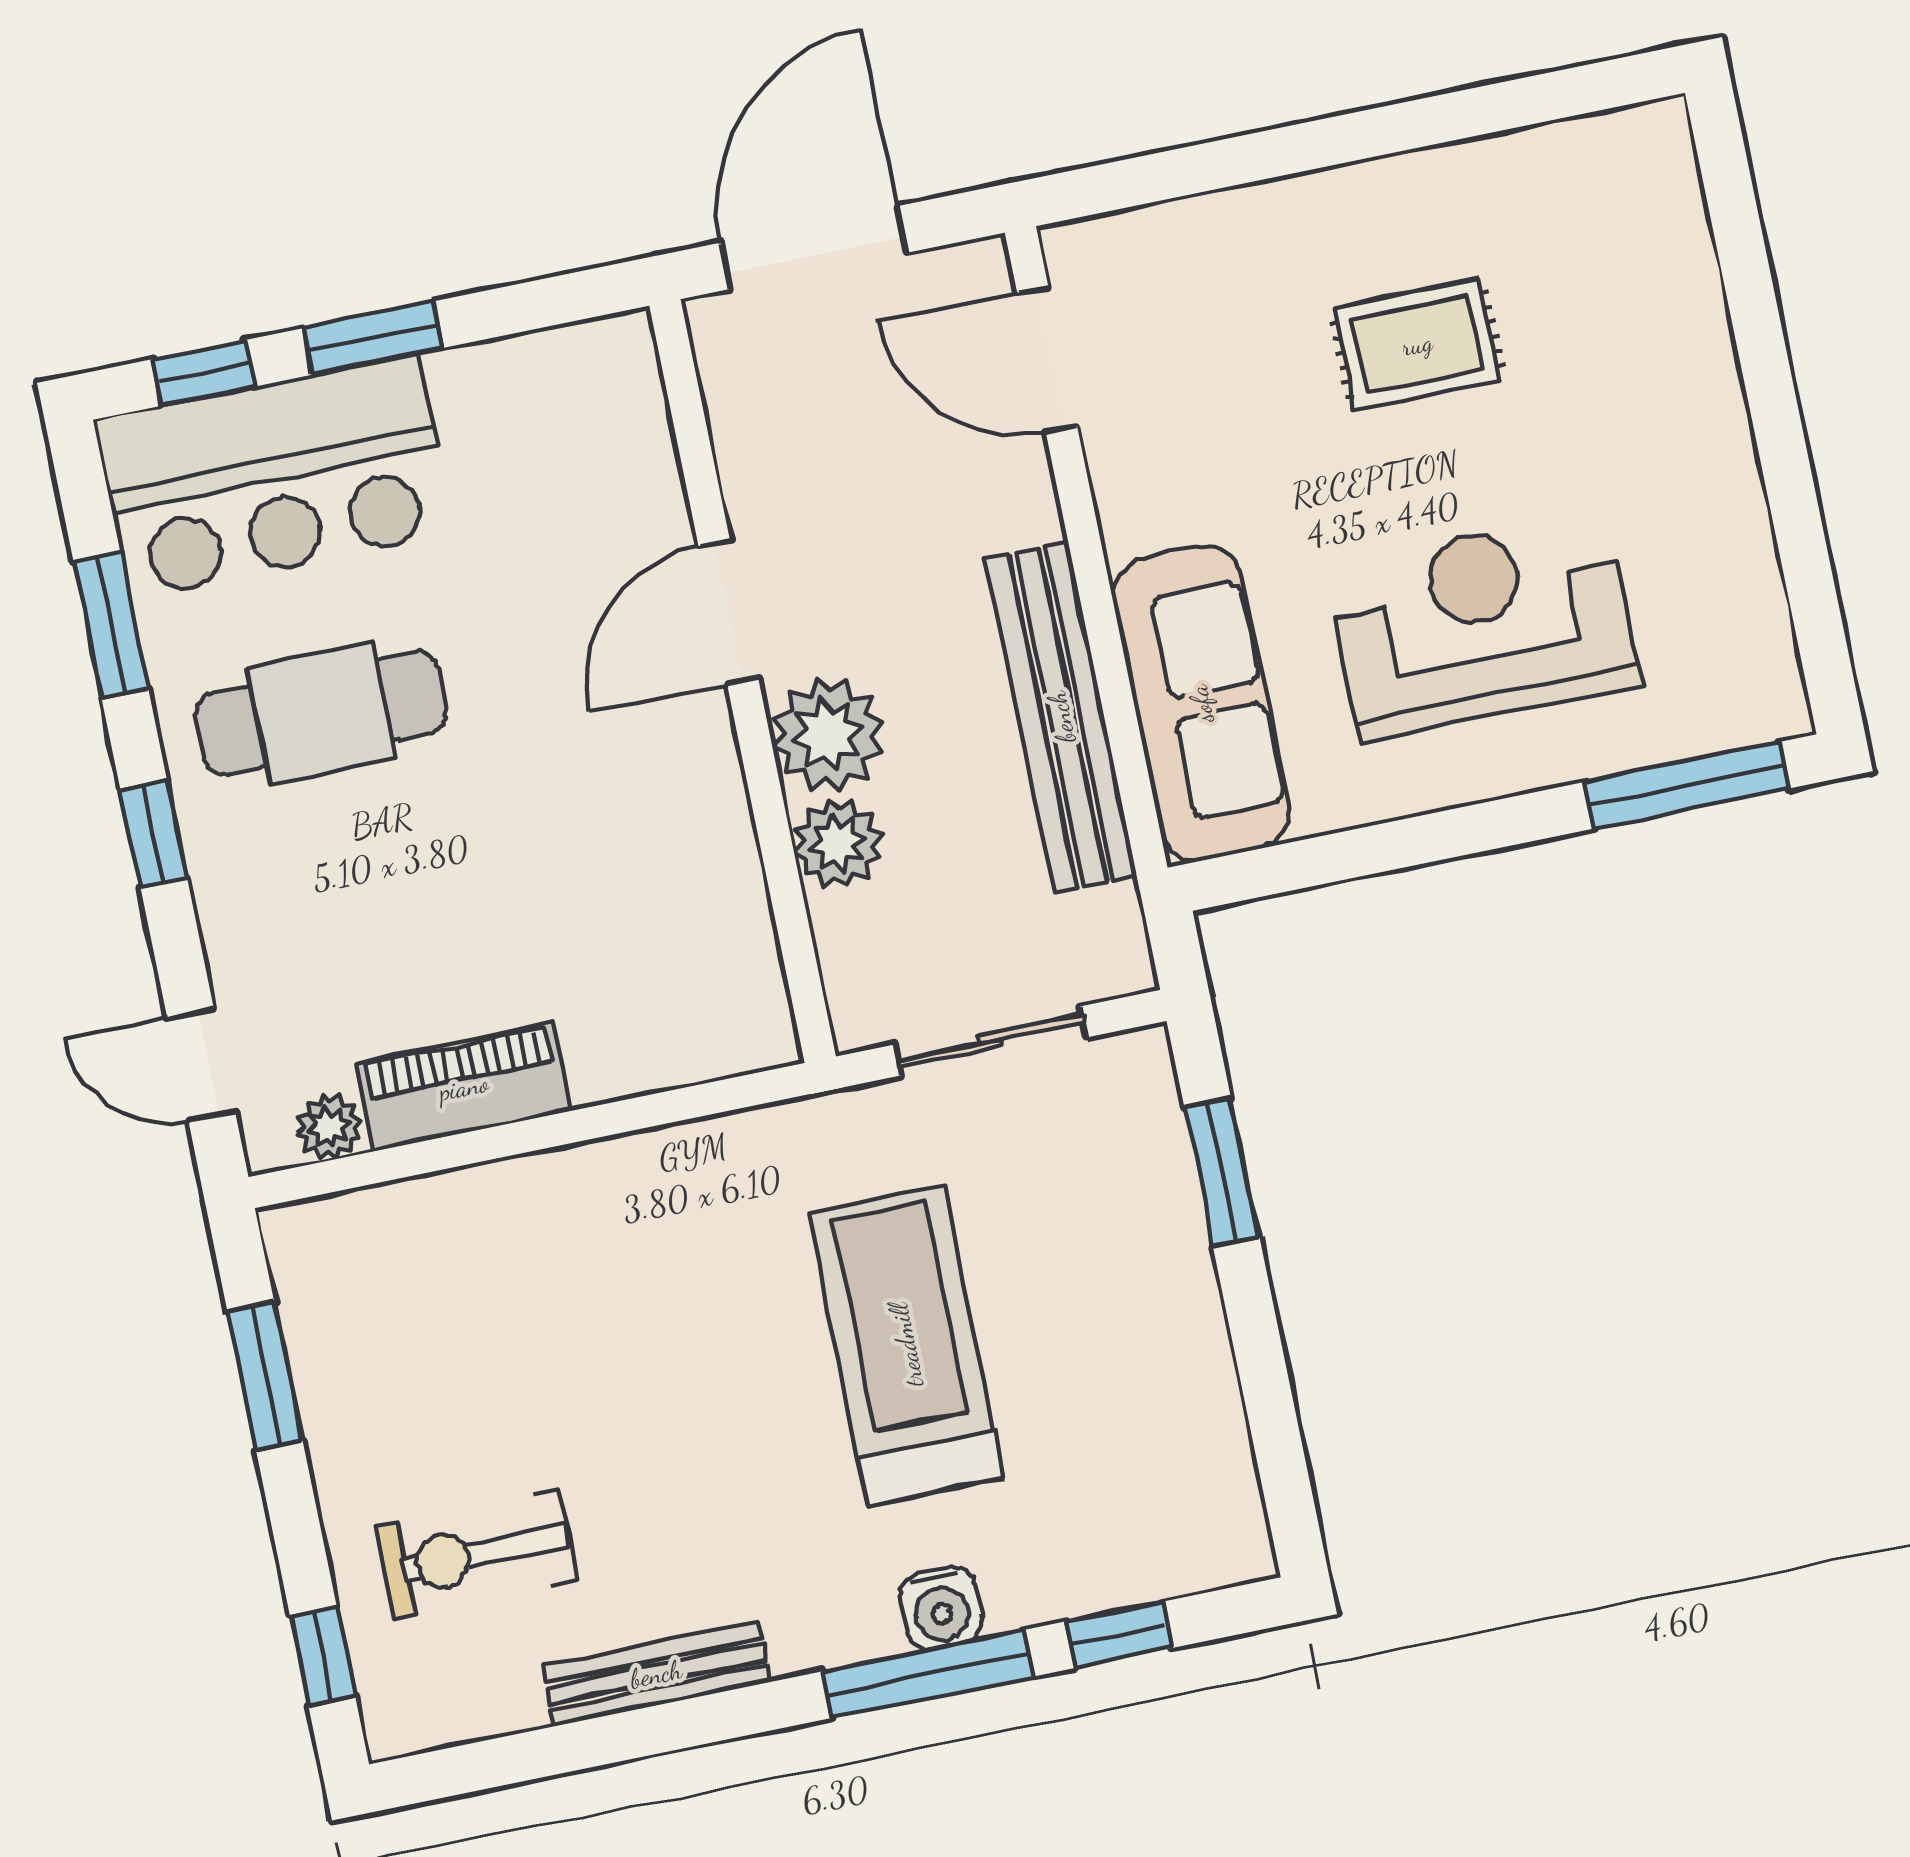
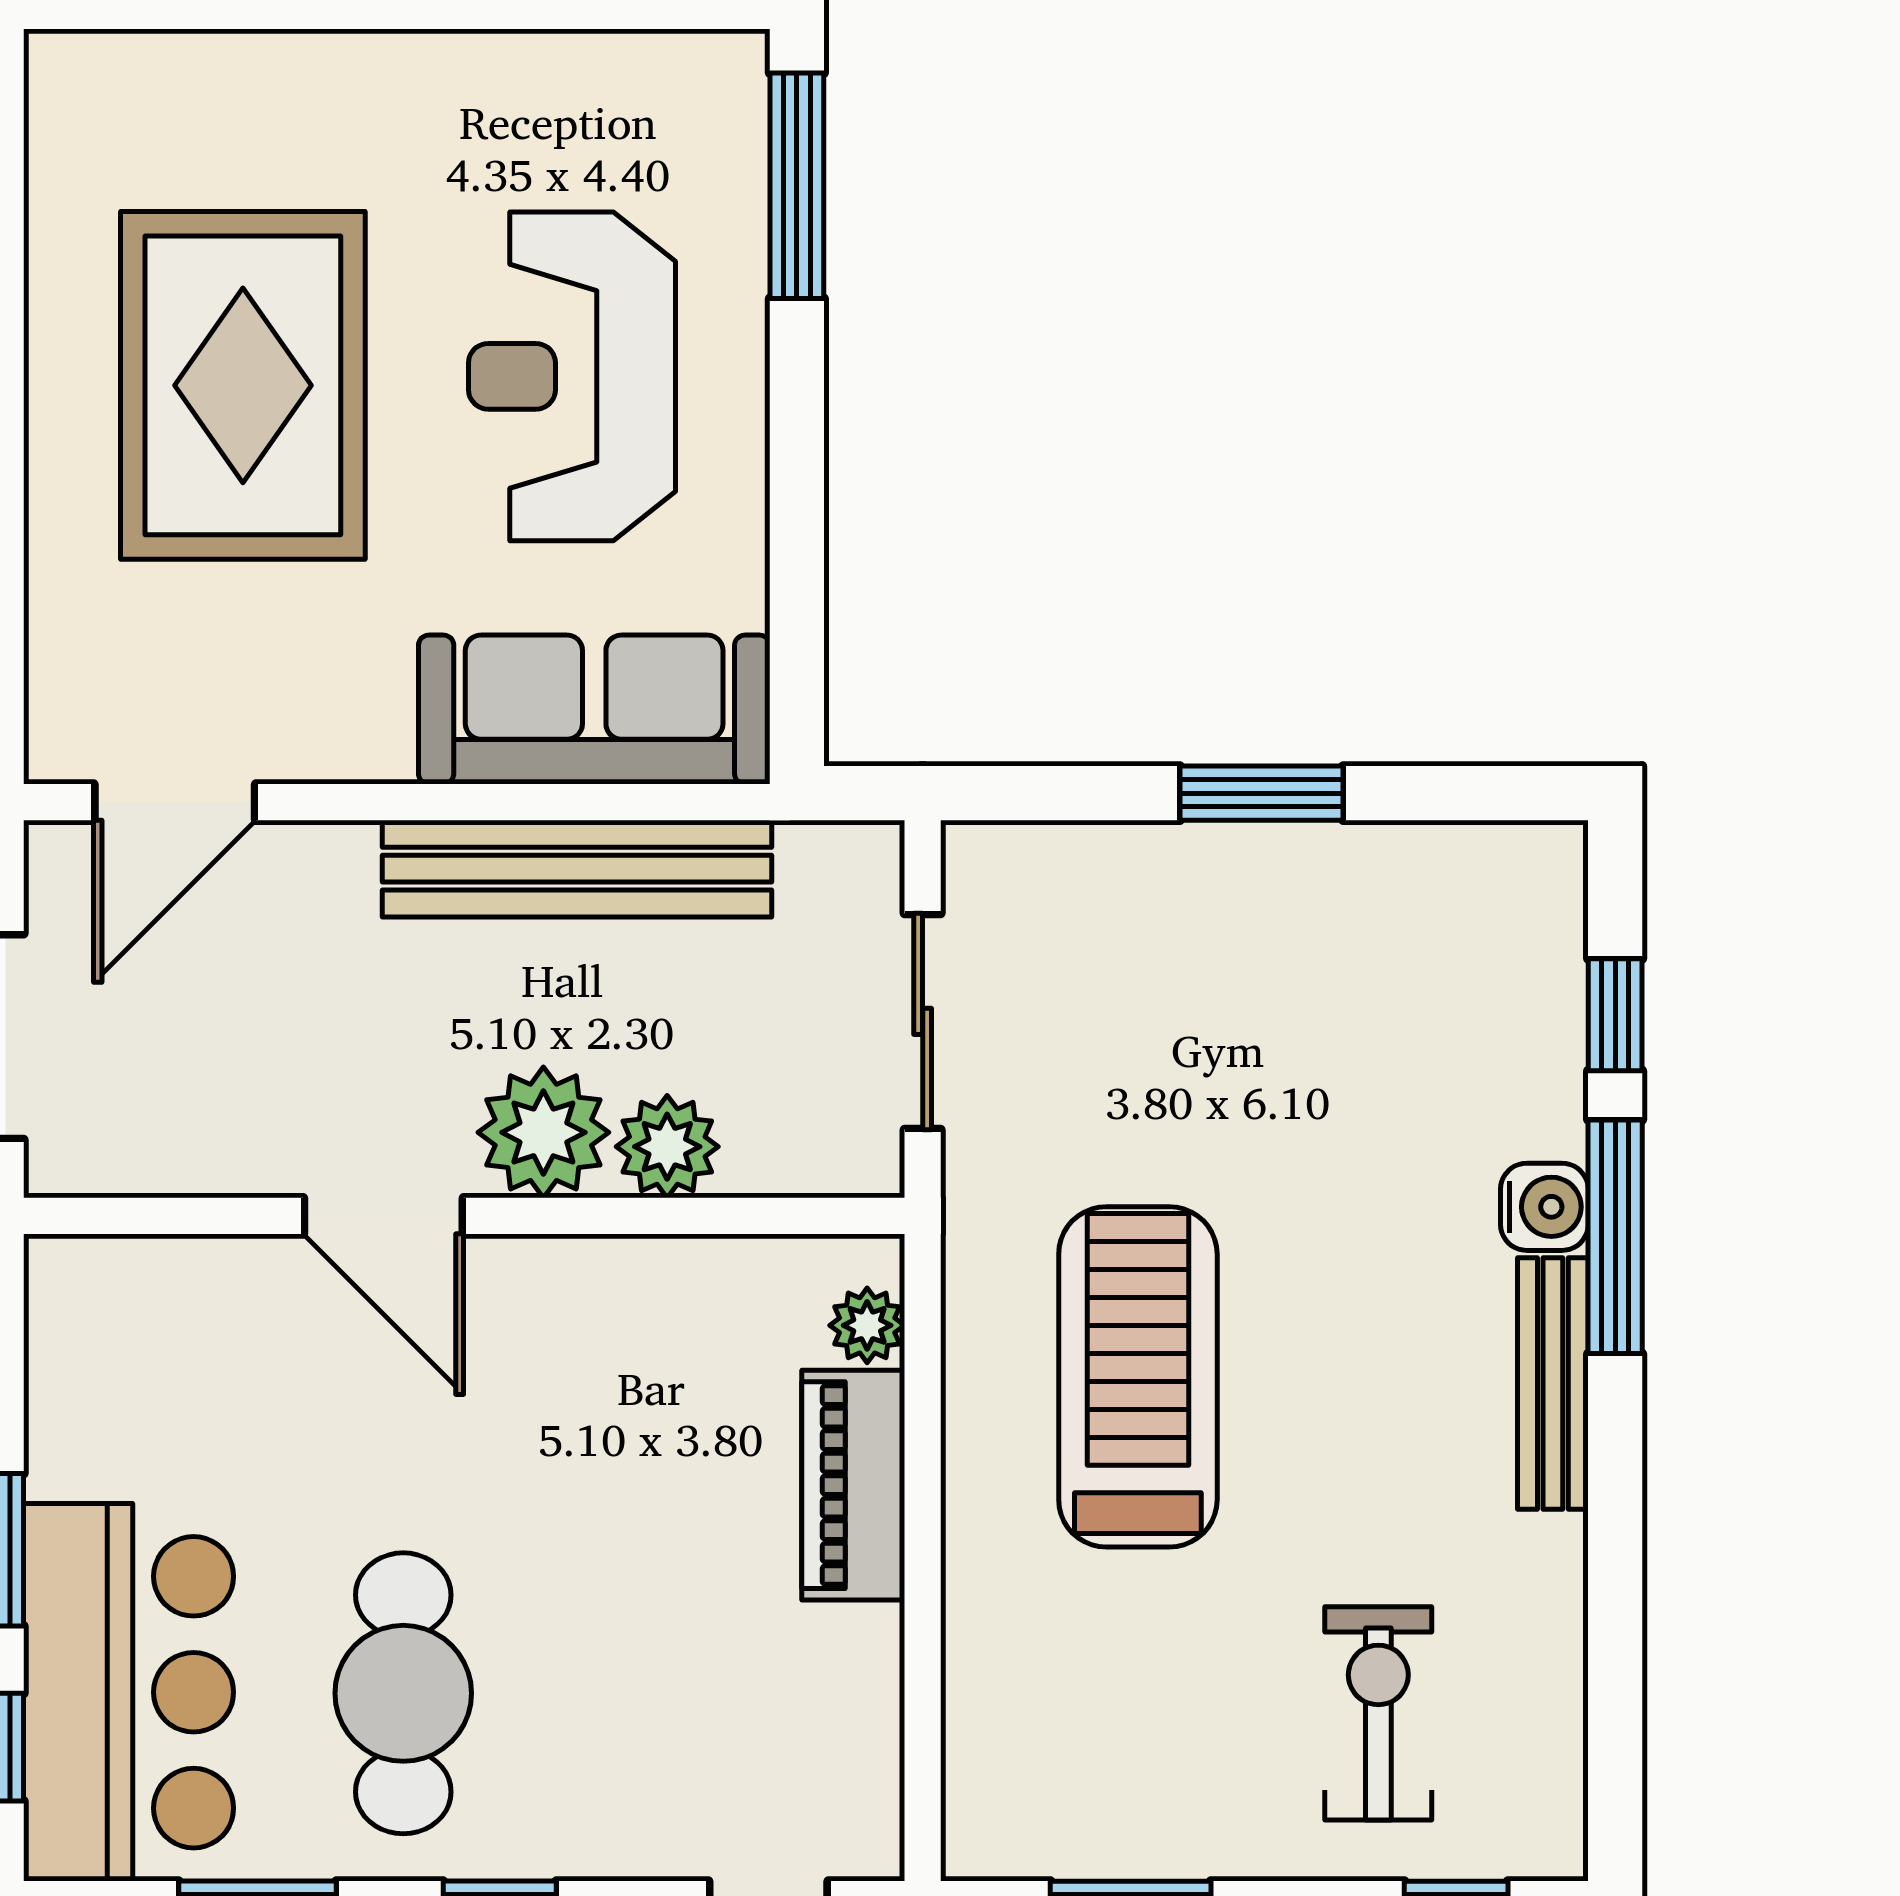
rug: (1417, 344) -> (243, 385), width x1.86, depth x2.06
piano: (464, 1087) -> (853, 1485), moved
plant: (329, 1127) -> (867, 1325), moved
window: (1222, 1172) -> (1261, 793), moved
treadmill: (906, 1345) -> (1138, 1377), moved, turned 90
exercise bike: (476, 1555) -> (1378, 1713), turned 180
bench: (656, 1674) -> (1553, 1384), moved

